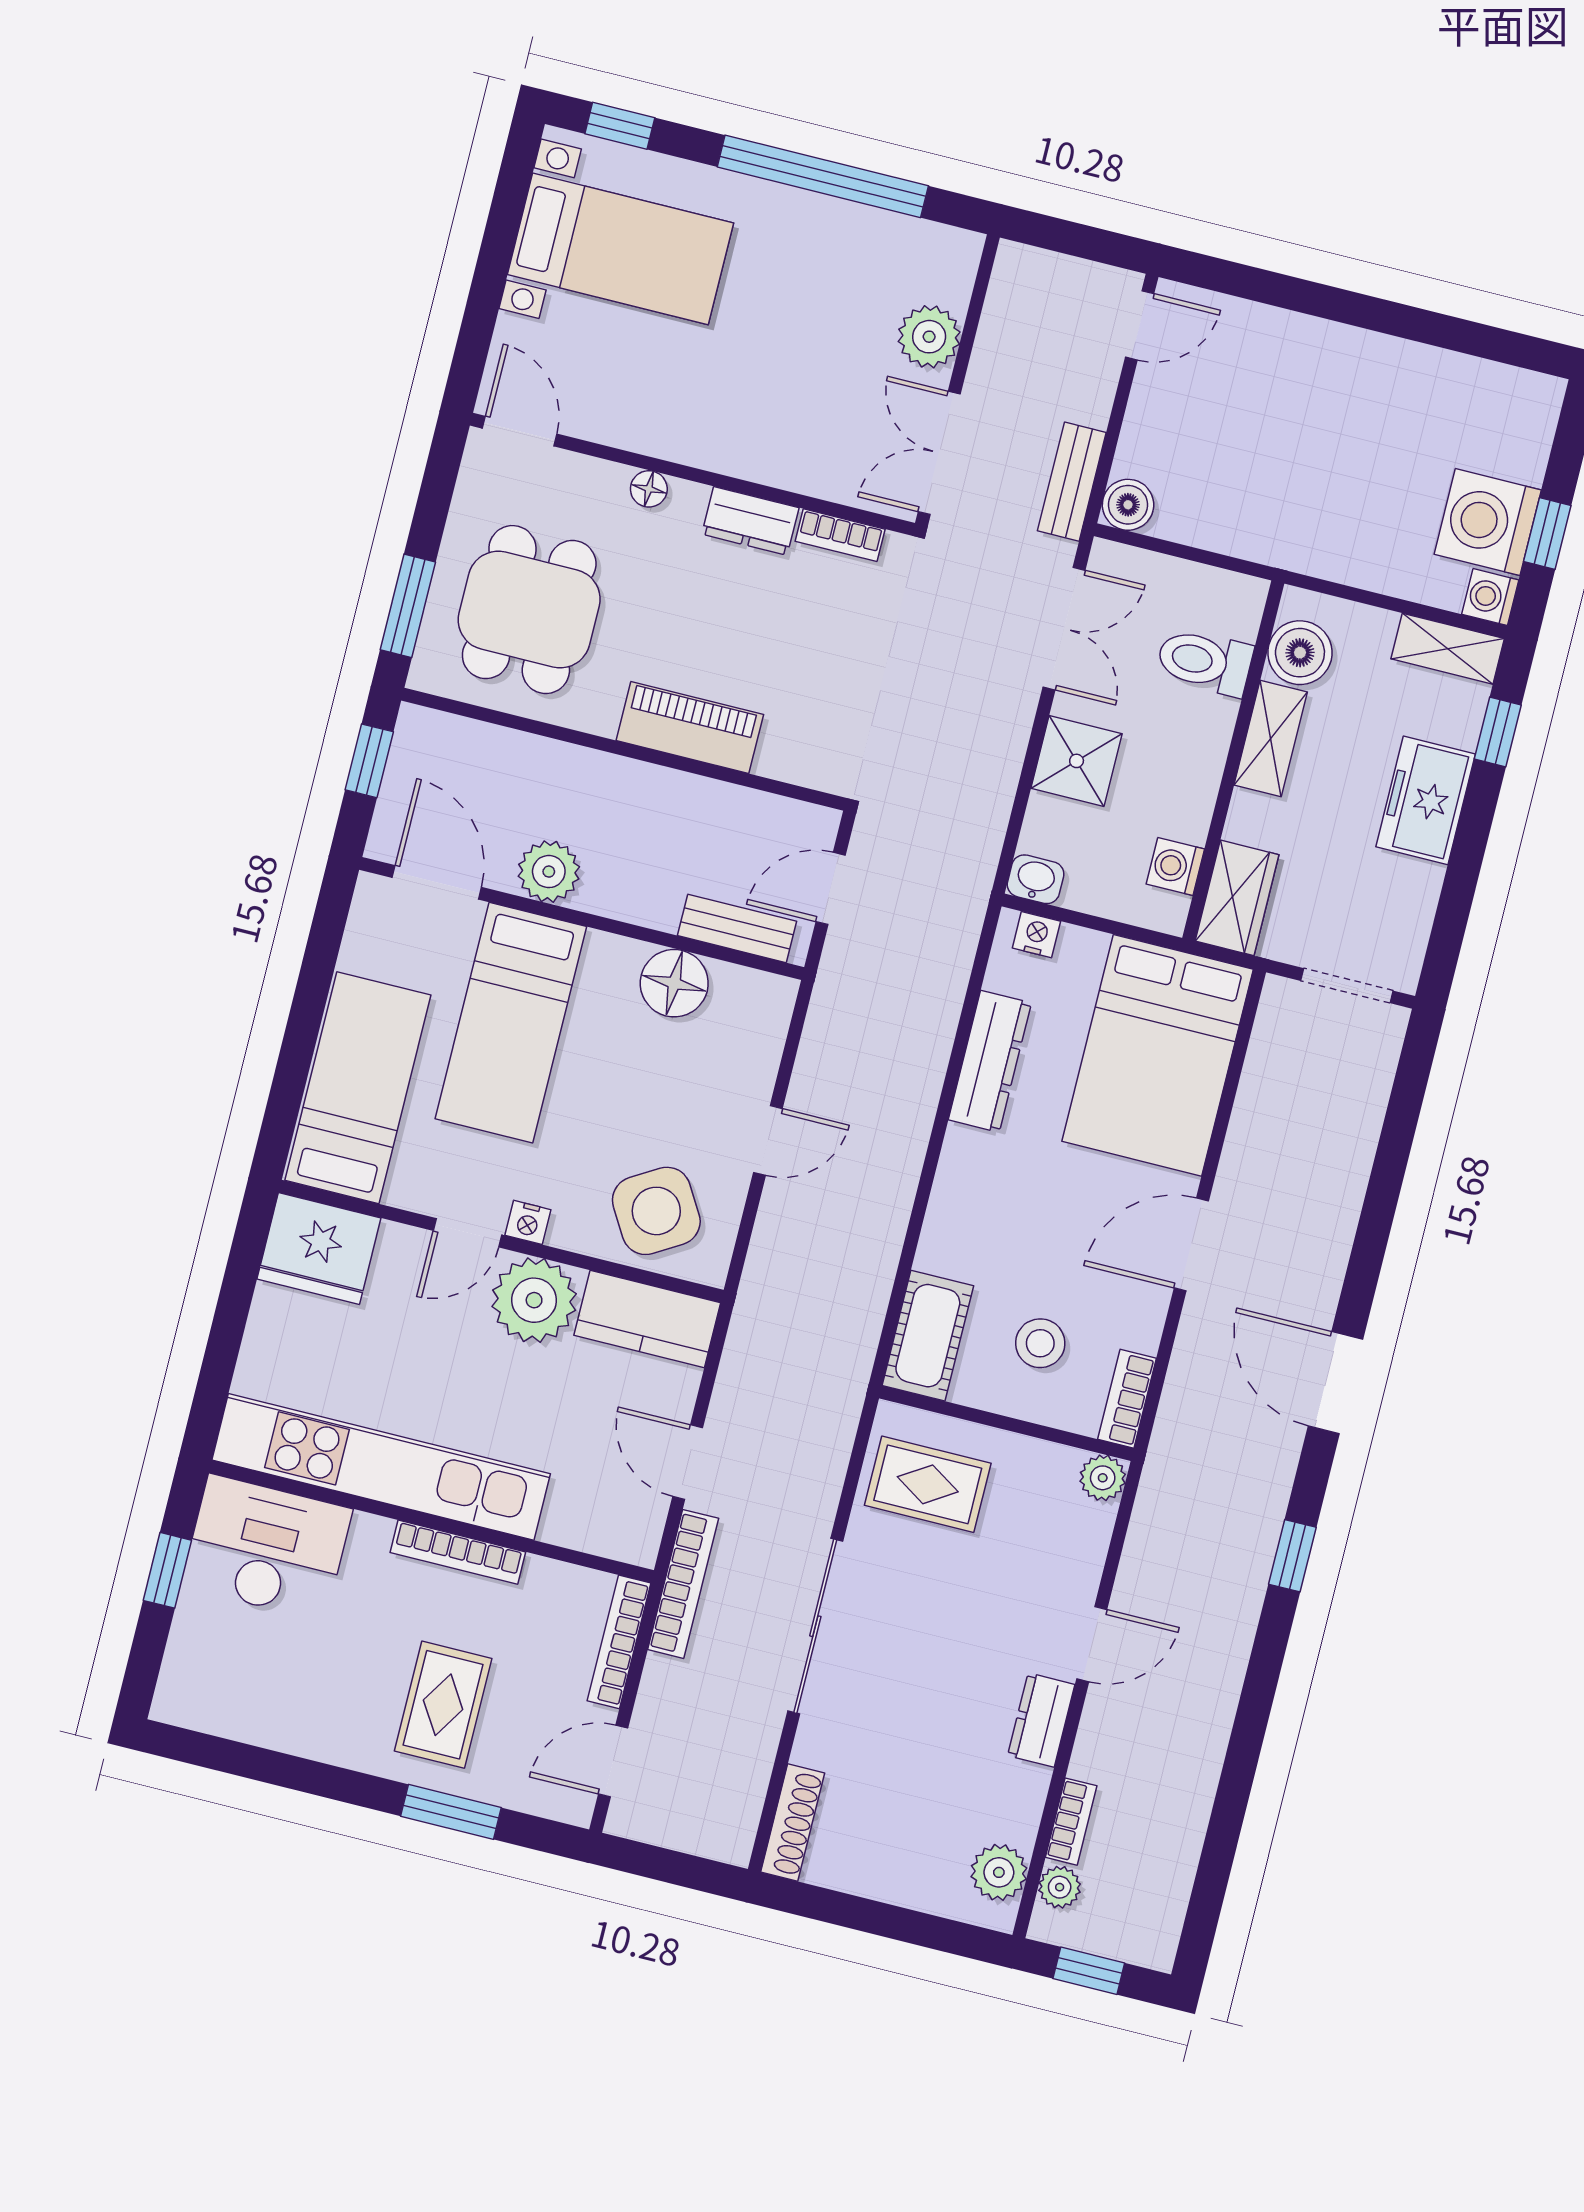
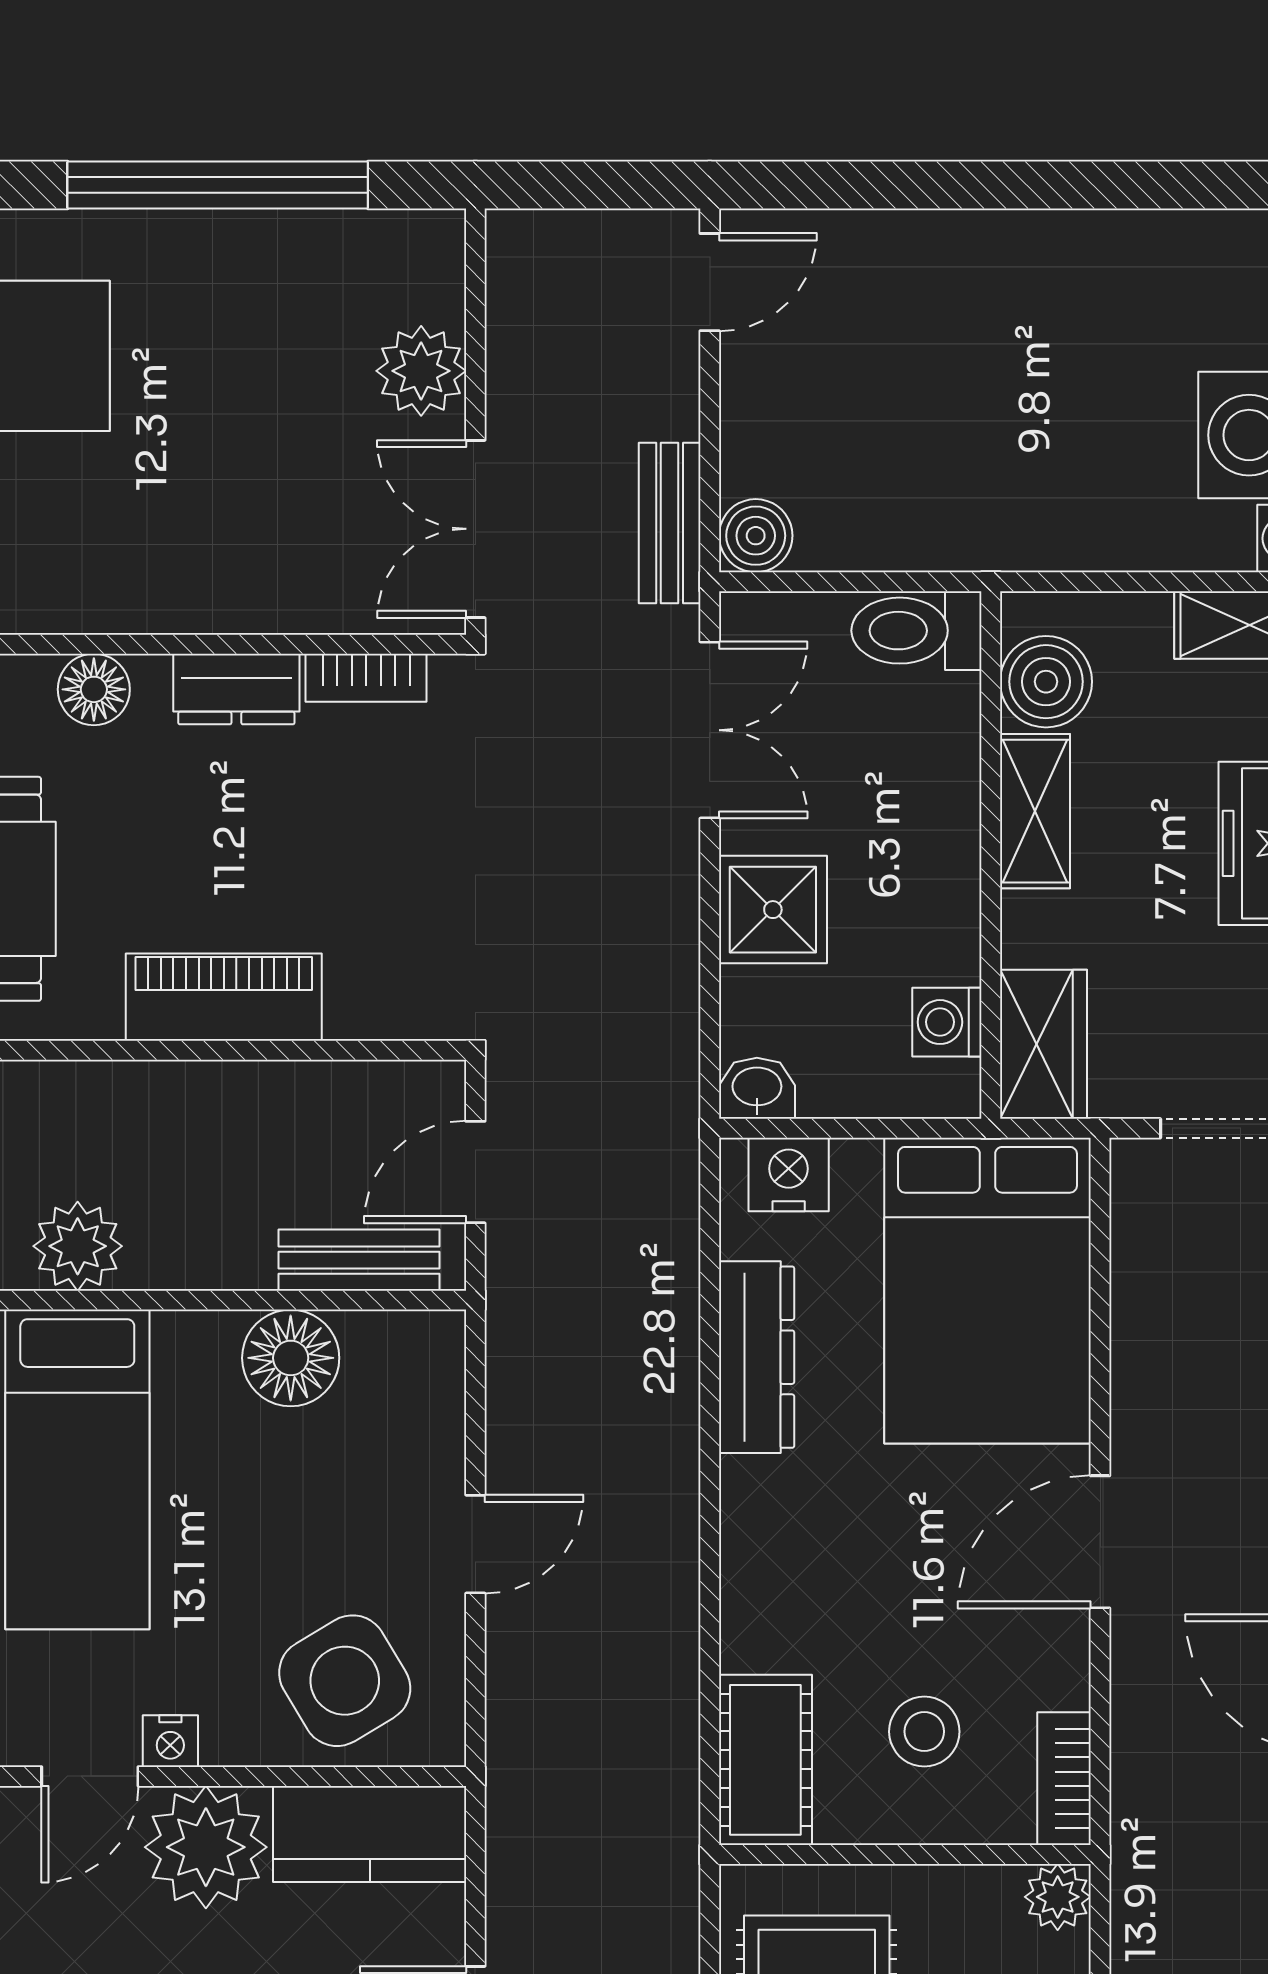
floor lamp: (649, 489) -> (94, 689), width x1.37, depth x1.37
toilet: (1205, 662) -> (916, 631), moved
nightstand: (1036, 935) -> (789, 1175), width x1.39, depth x1.35

